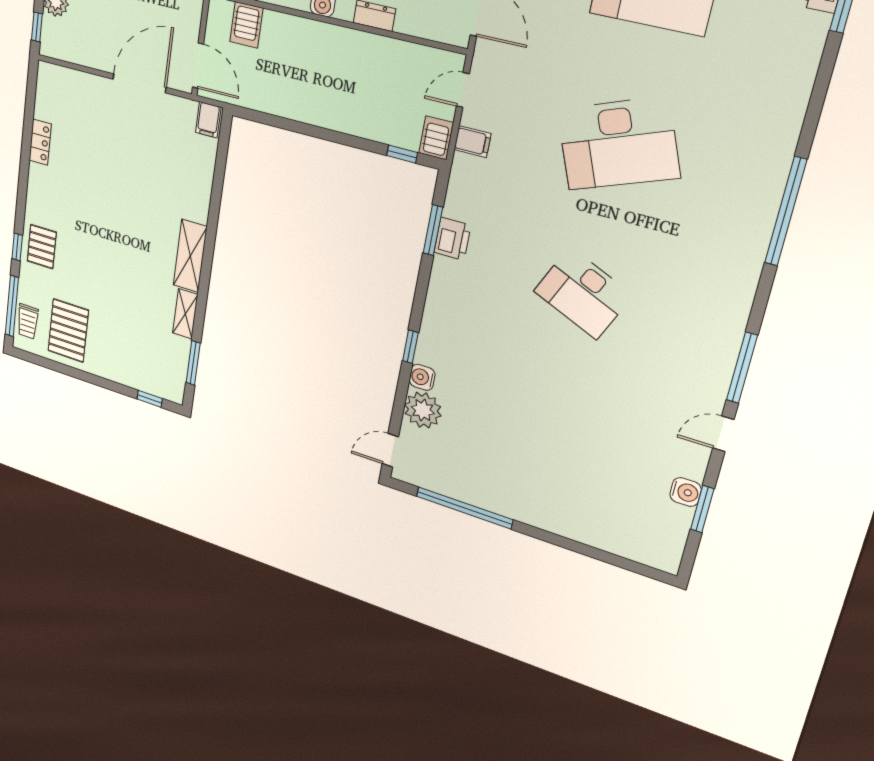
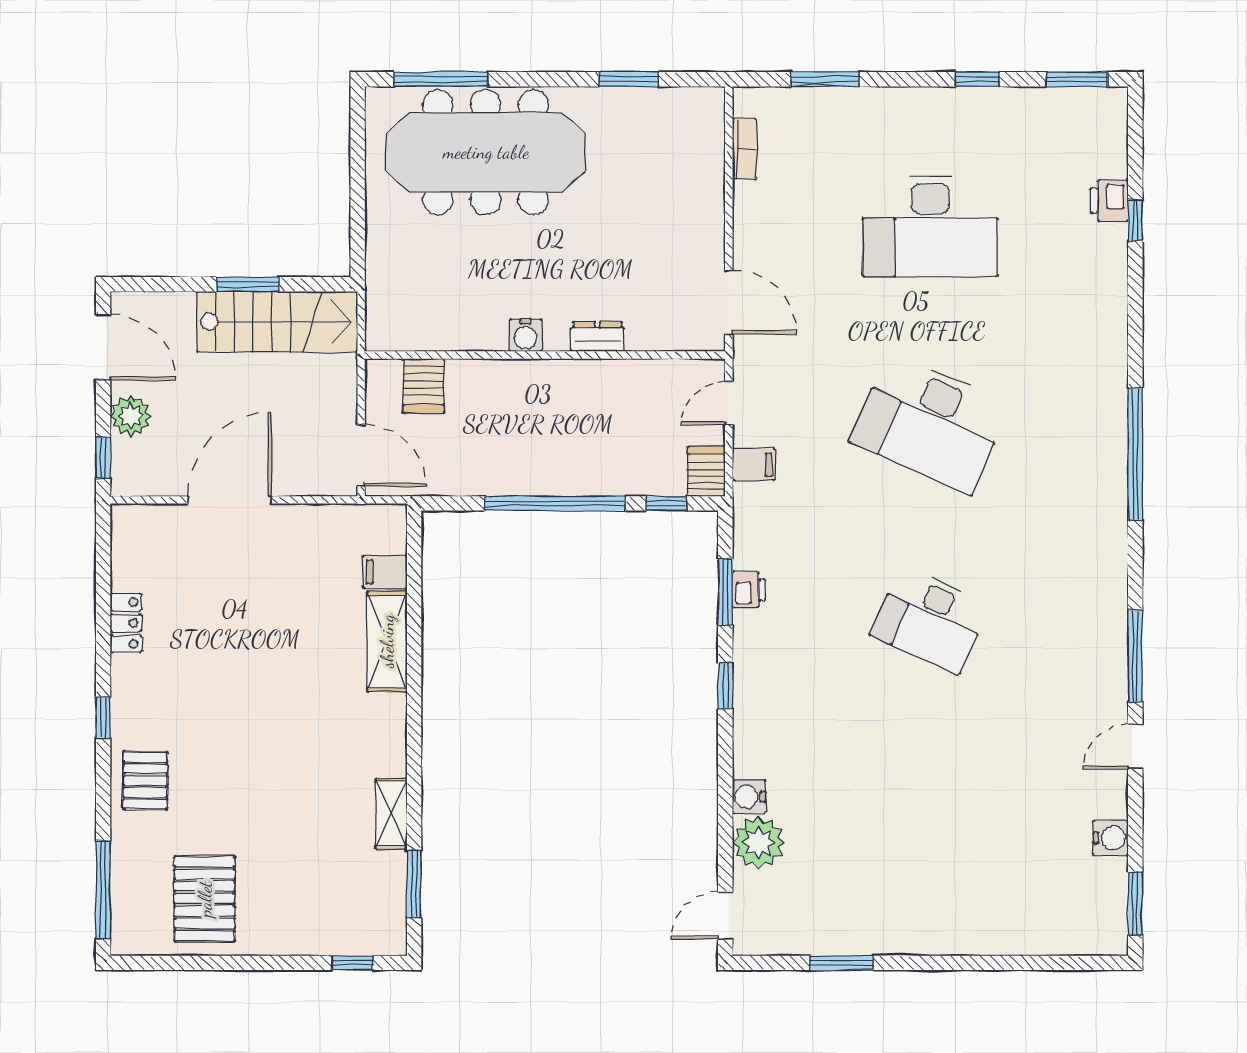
door: (139, 83) -> (230, 500), moved
filing cabinet: (208, 120) -> (385, 572), moved, turned 90
window: (323, 134) -> (555, 503), added
desk: (618, 144) -> (930, 423), turned 45
printer: (452, 239) -> (749, 590), width x0.73, depth x0.81
window: (17, 247) -> (103, 718), moved
shelving: (190, 256) -> (387, 641), moved
trolley: (28, 321) -> (133, 906), removed
window: (410, 347) -> (725, 686), moved
window: (464, 508) -> (841, 963), width x0.47
window: (702, 509) -> (1135, 903), moved

